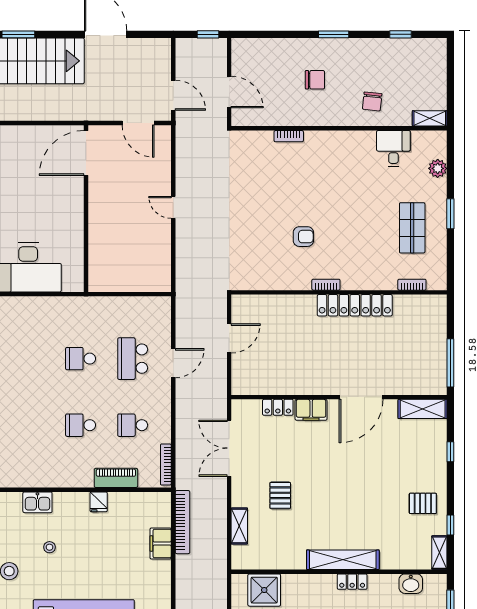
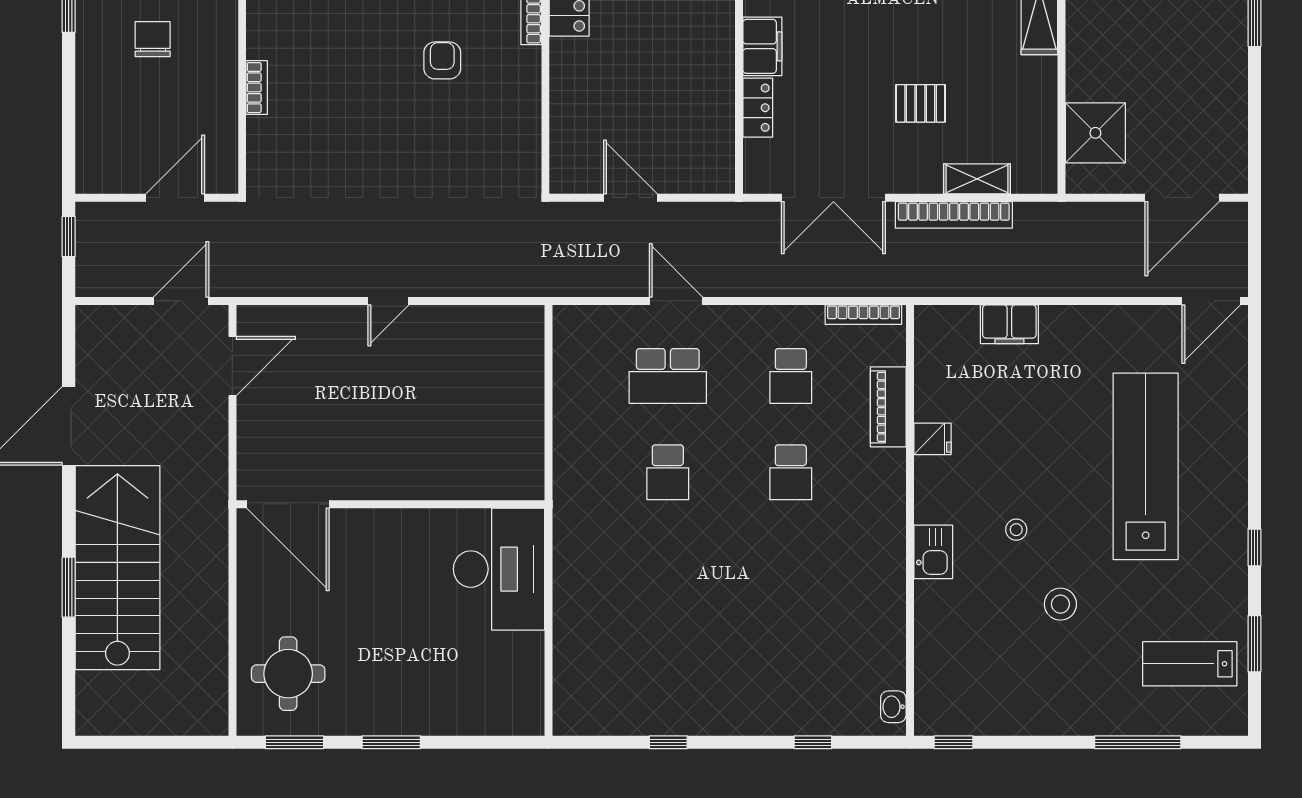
door: (86, 153) -> (288, 504), moved
wall: (86, 209) -> (391, 504), moved
bookcase: (183, 522) -> (954, 215), moved, turned 180

